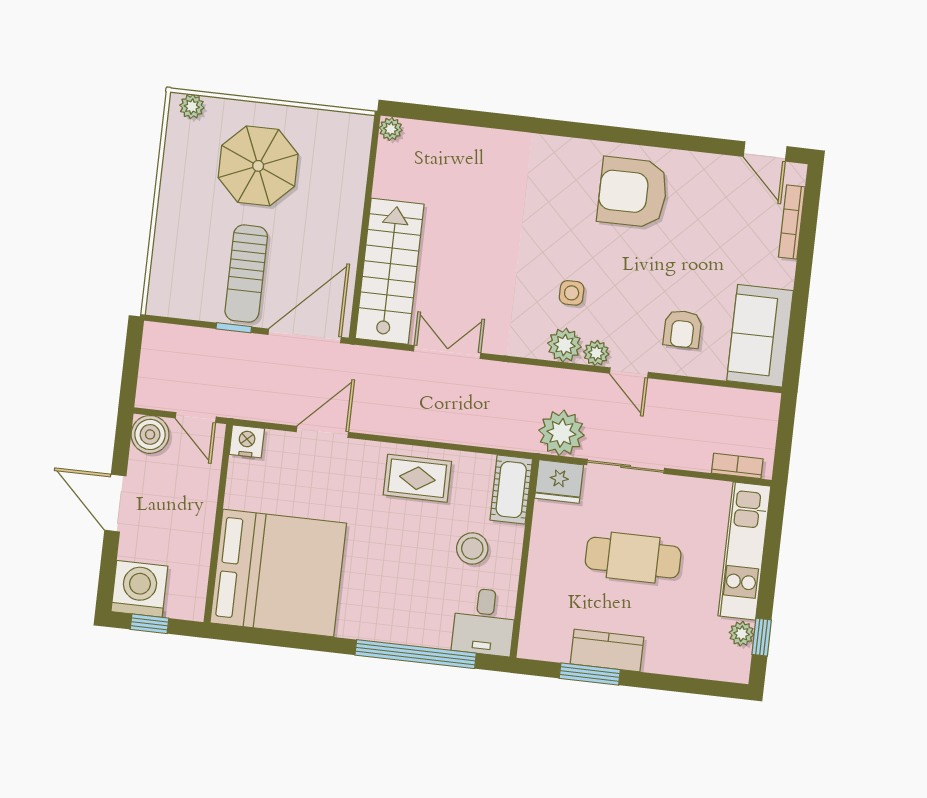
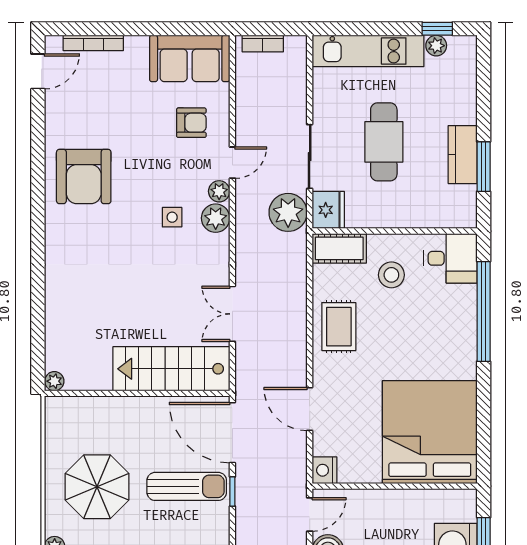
bookcase: (737, 466) -> (263, 44), moved, turned -90

